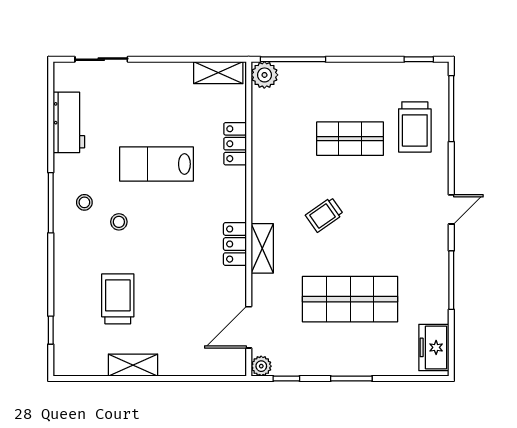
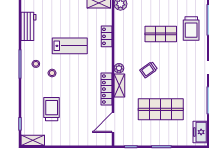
lab bench: (156, 164) -> (70, 46), turned 180
locker: (235, 244) -> (107, 89), width x1.53
shelving: (133, 365) -> (33, 140), moved
plant: (261, 366) -> (119, 68), moved

